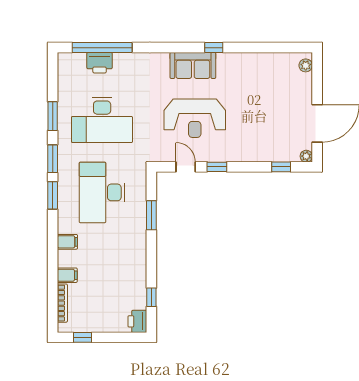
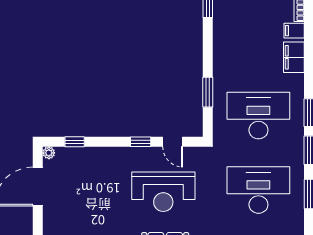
reception desk: (195, 118) -> (163, 192), turned 180
desk: (102, 192) -> (258, 116), turned -90
filing cabinet: (67, 242) -> (294, 57), width x2.00

